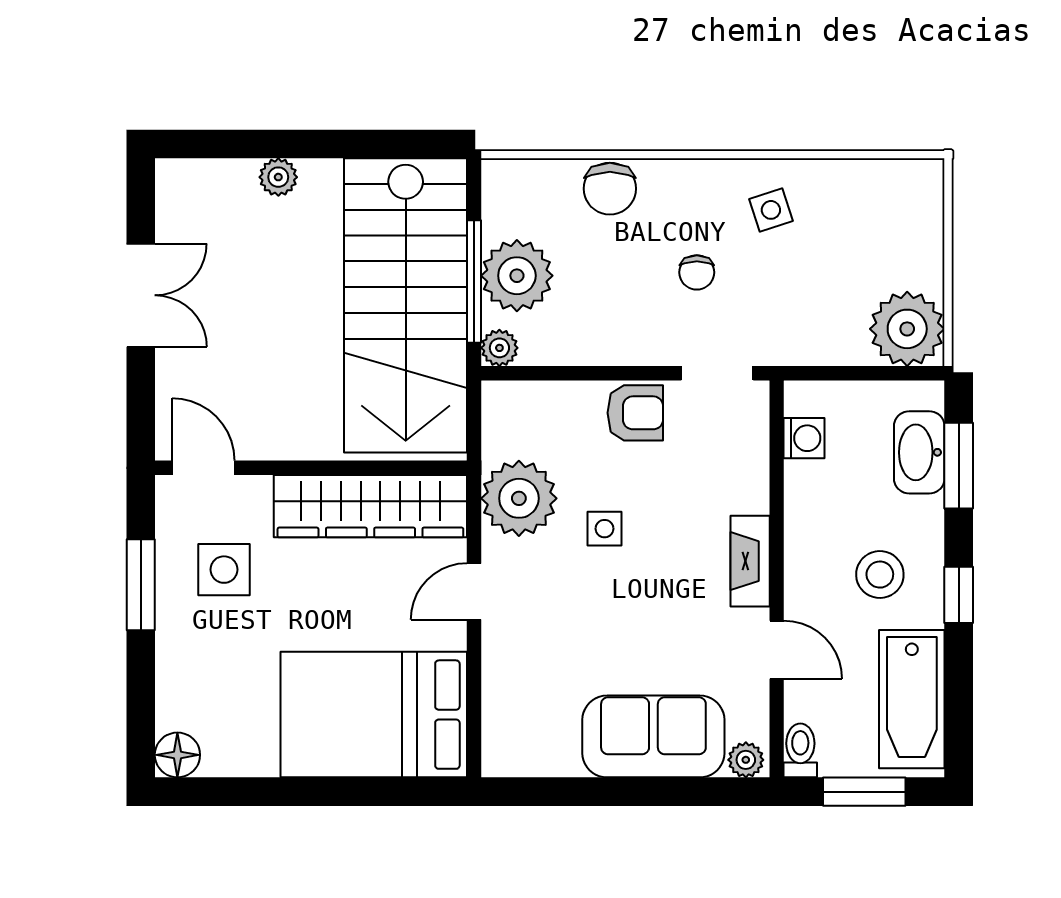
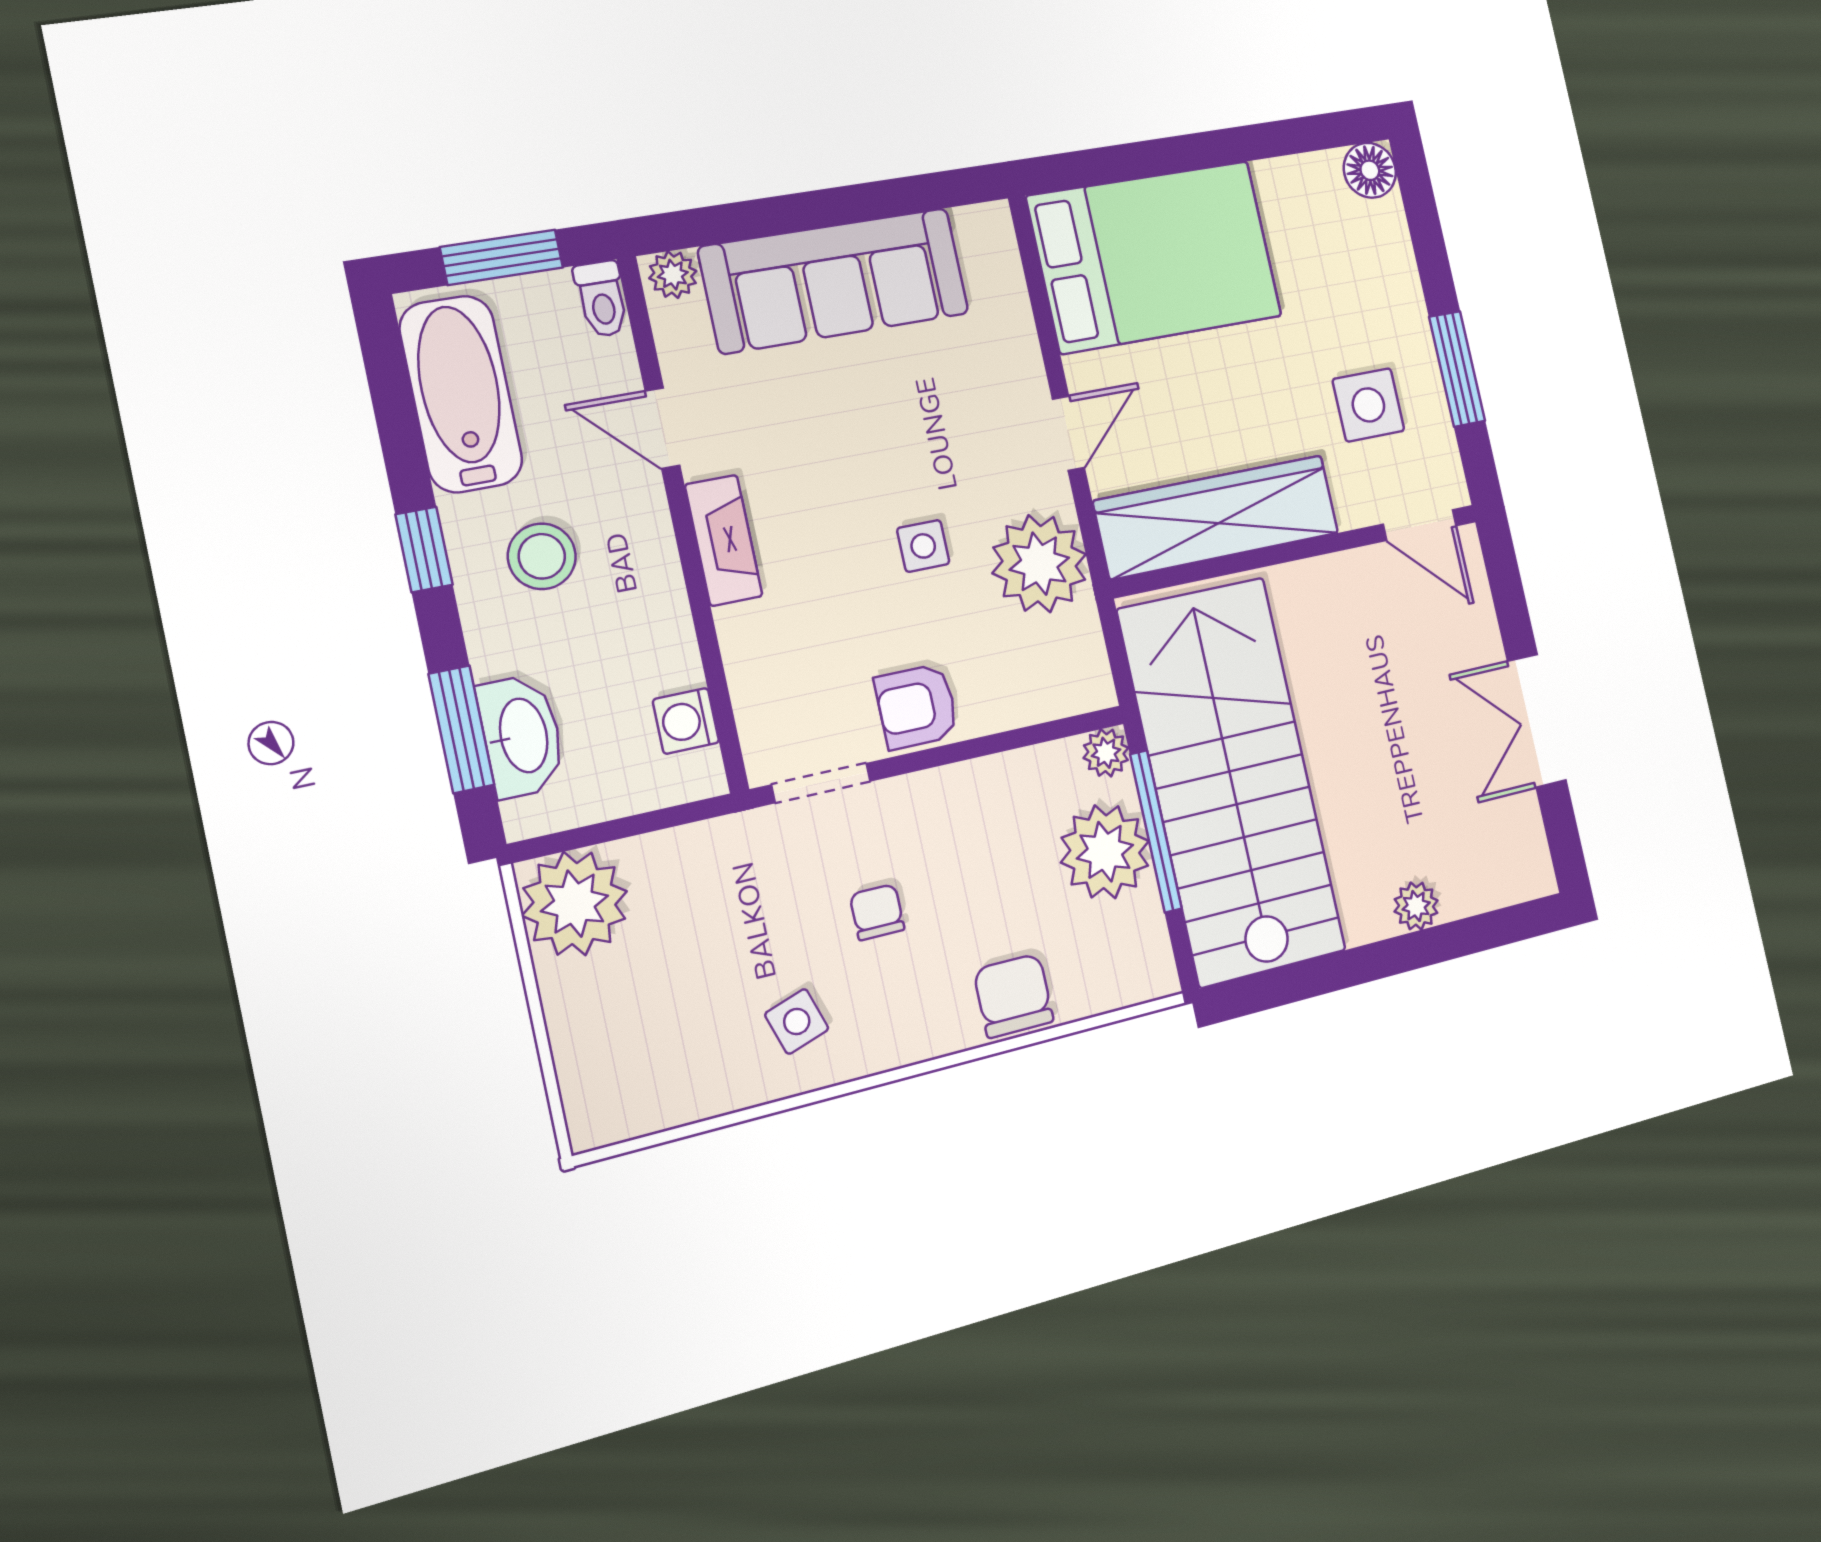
sofa: (653, 736) -> (835, 280), width x1.36

